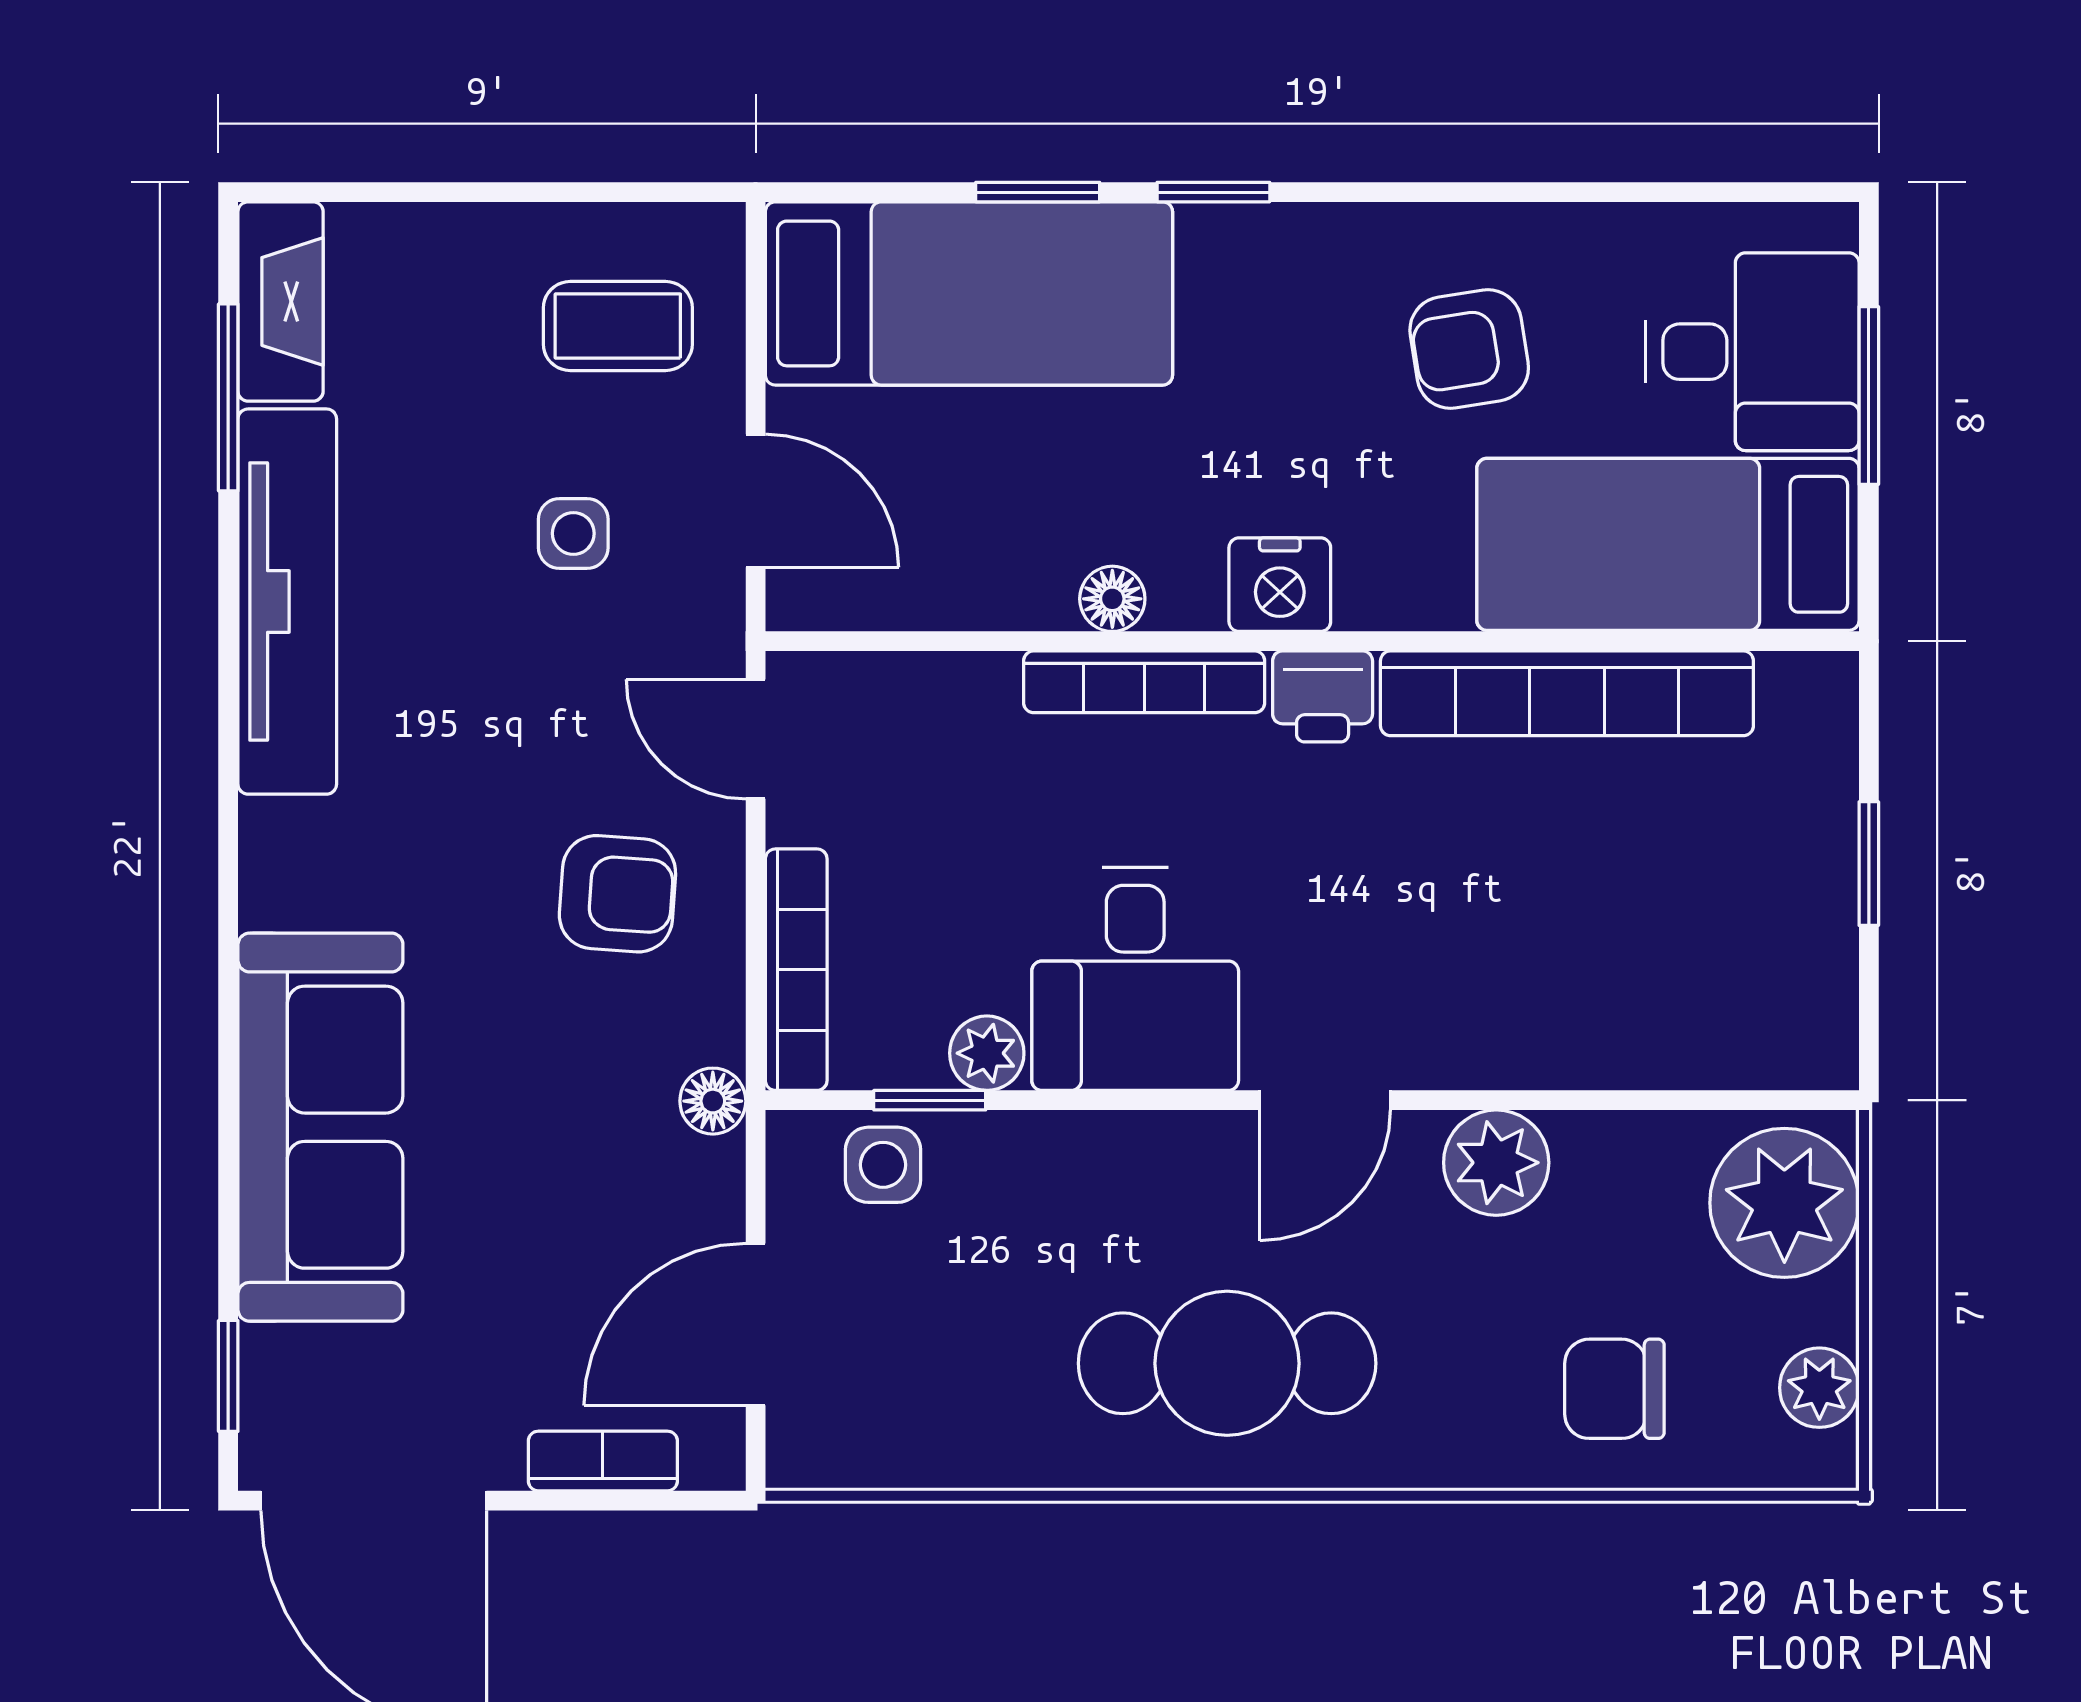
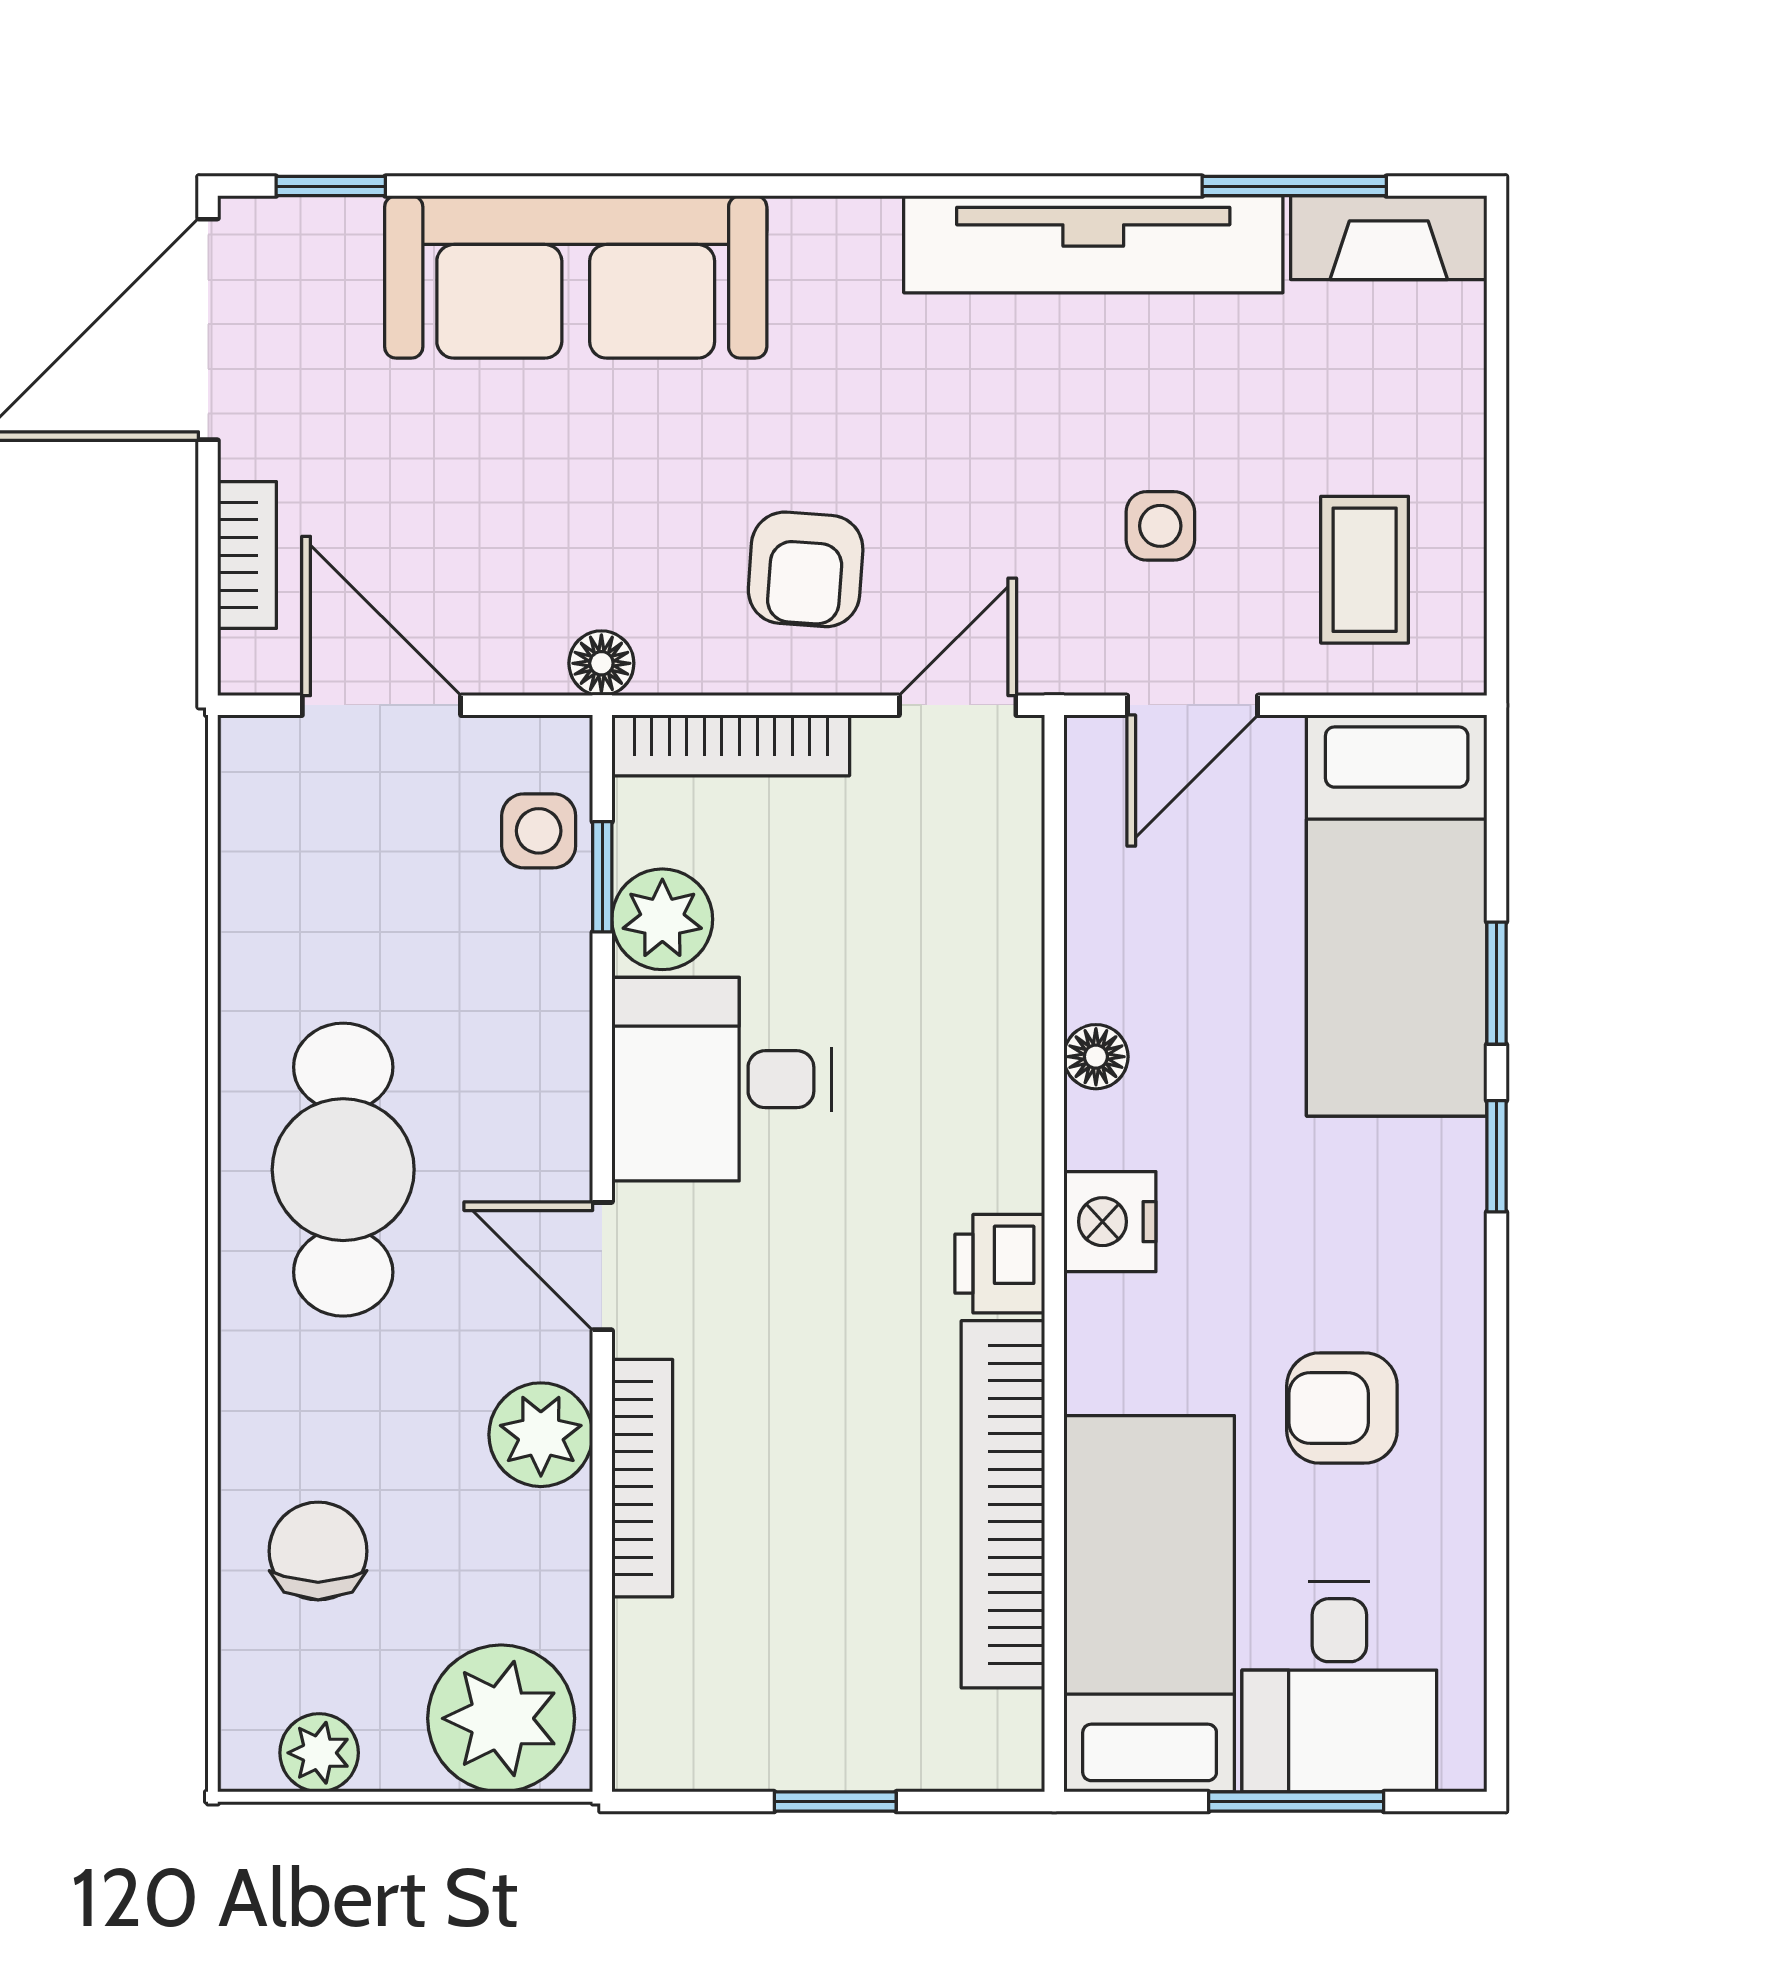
armchair: (1469, 349) -> (1342, 1408), turned -81
bookcase: (1144, 682) -> (642, 1478), moved, turned 180
plant: (987, 1053) -> (662, 919), width x1.38, depth x1.38

